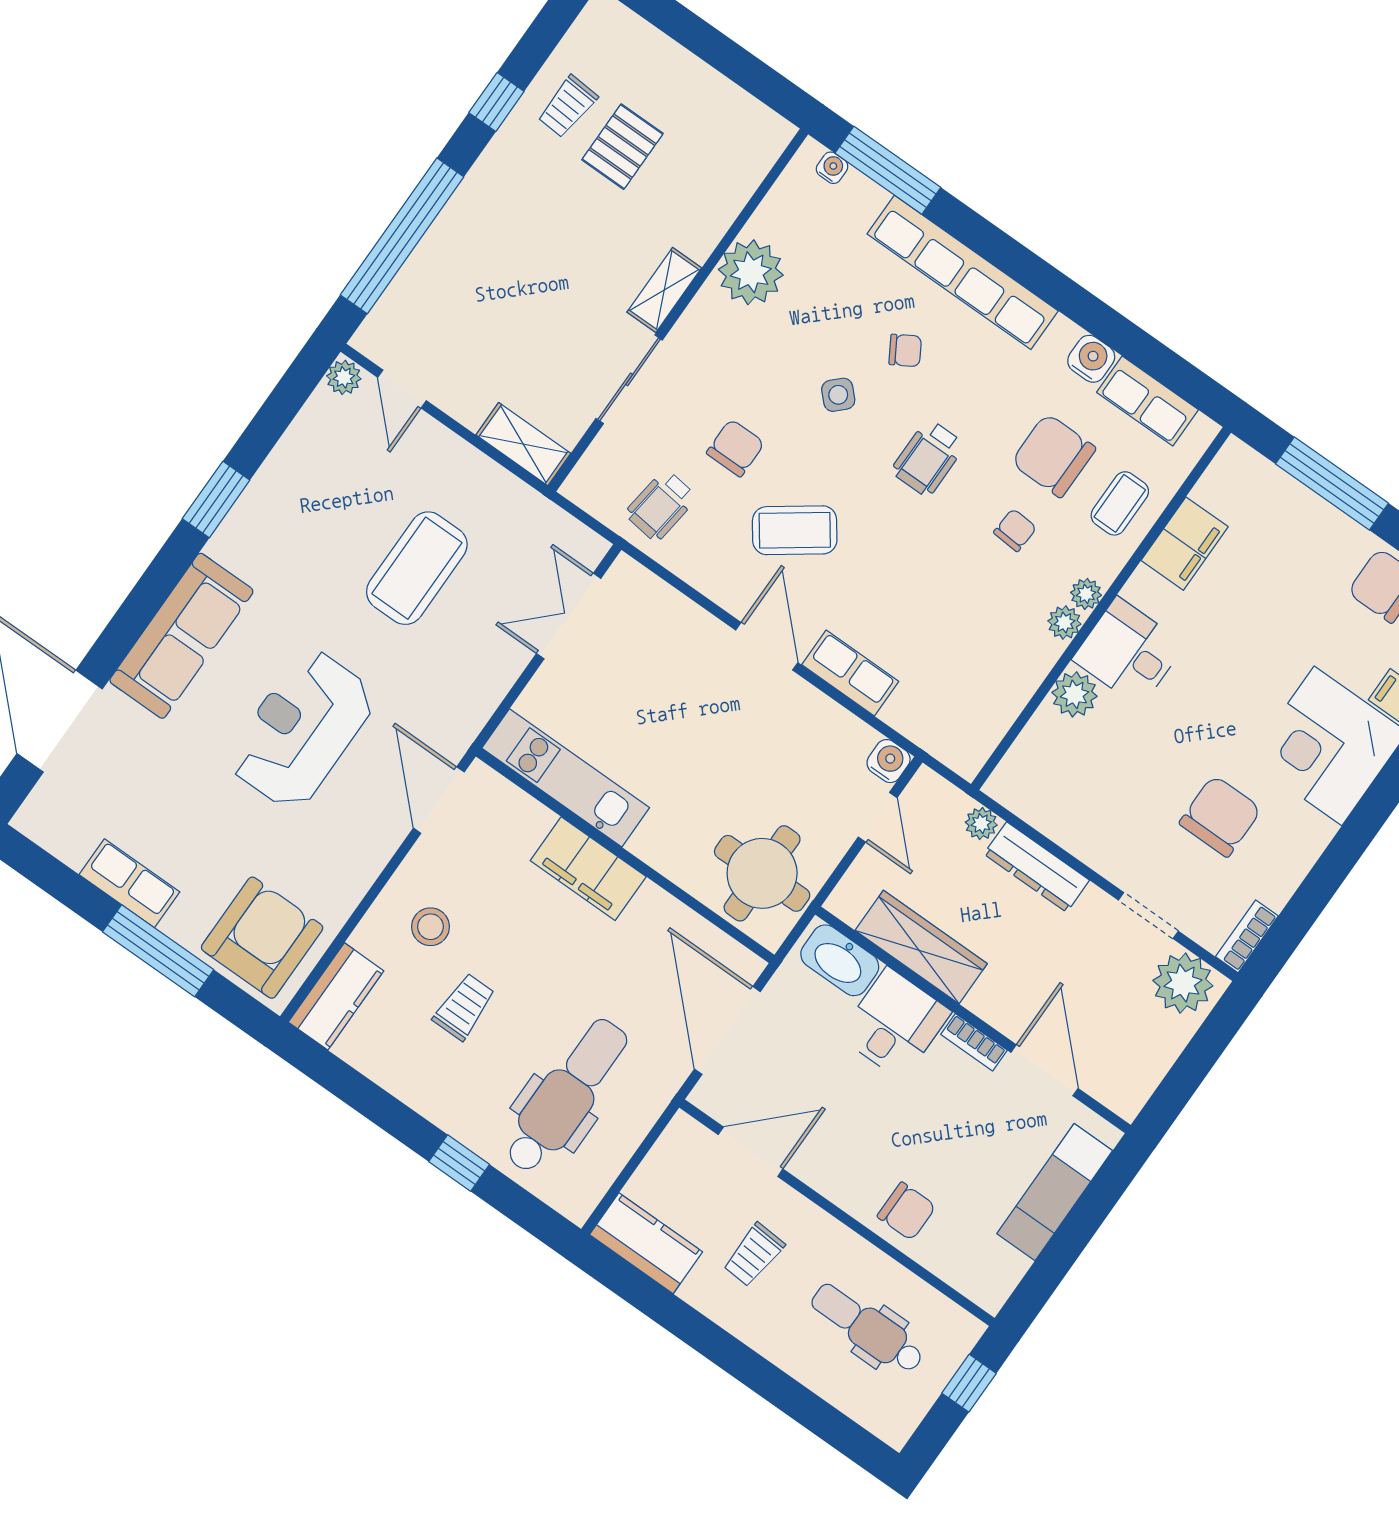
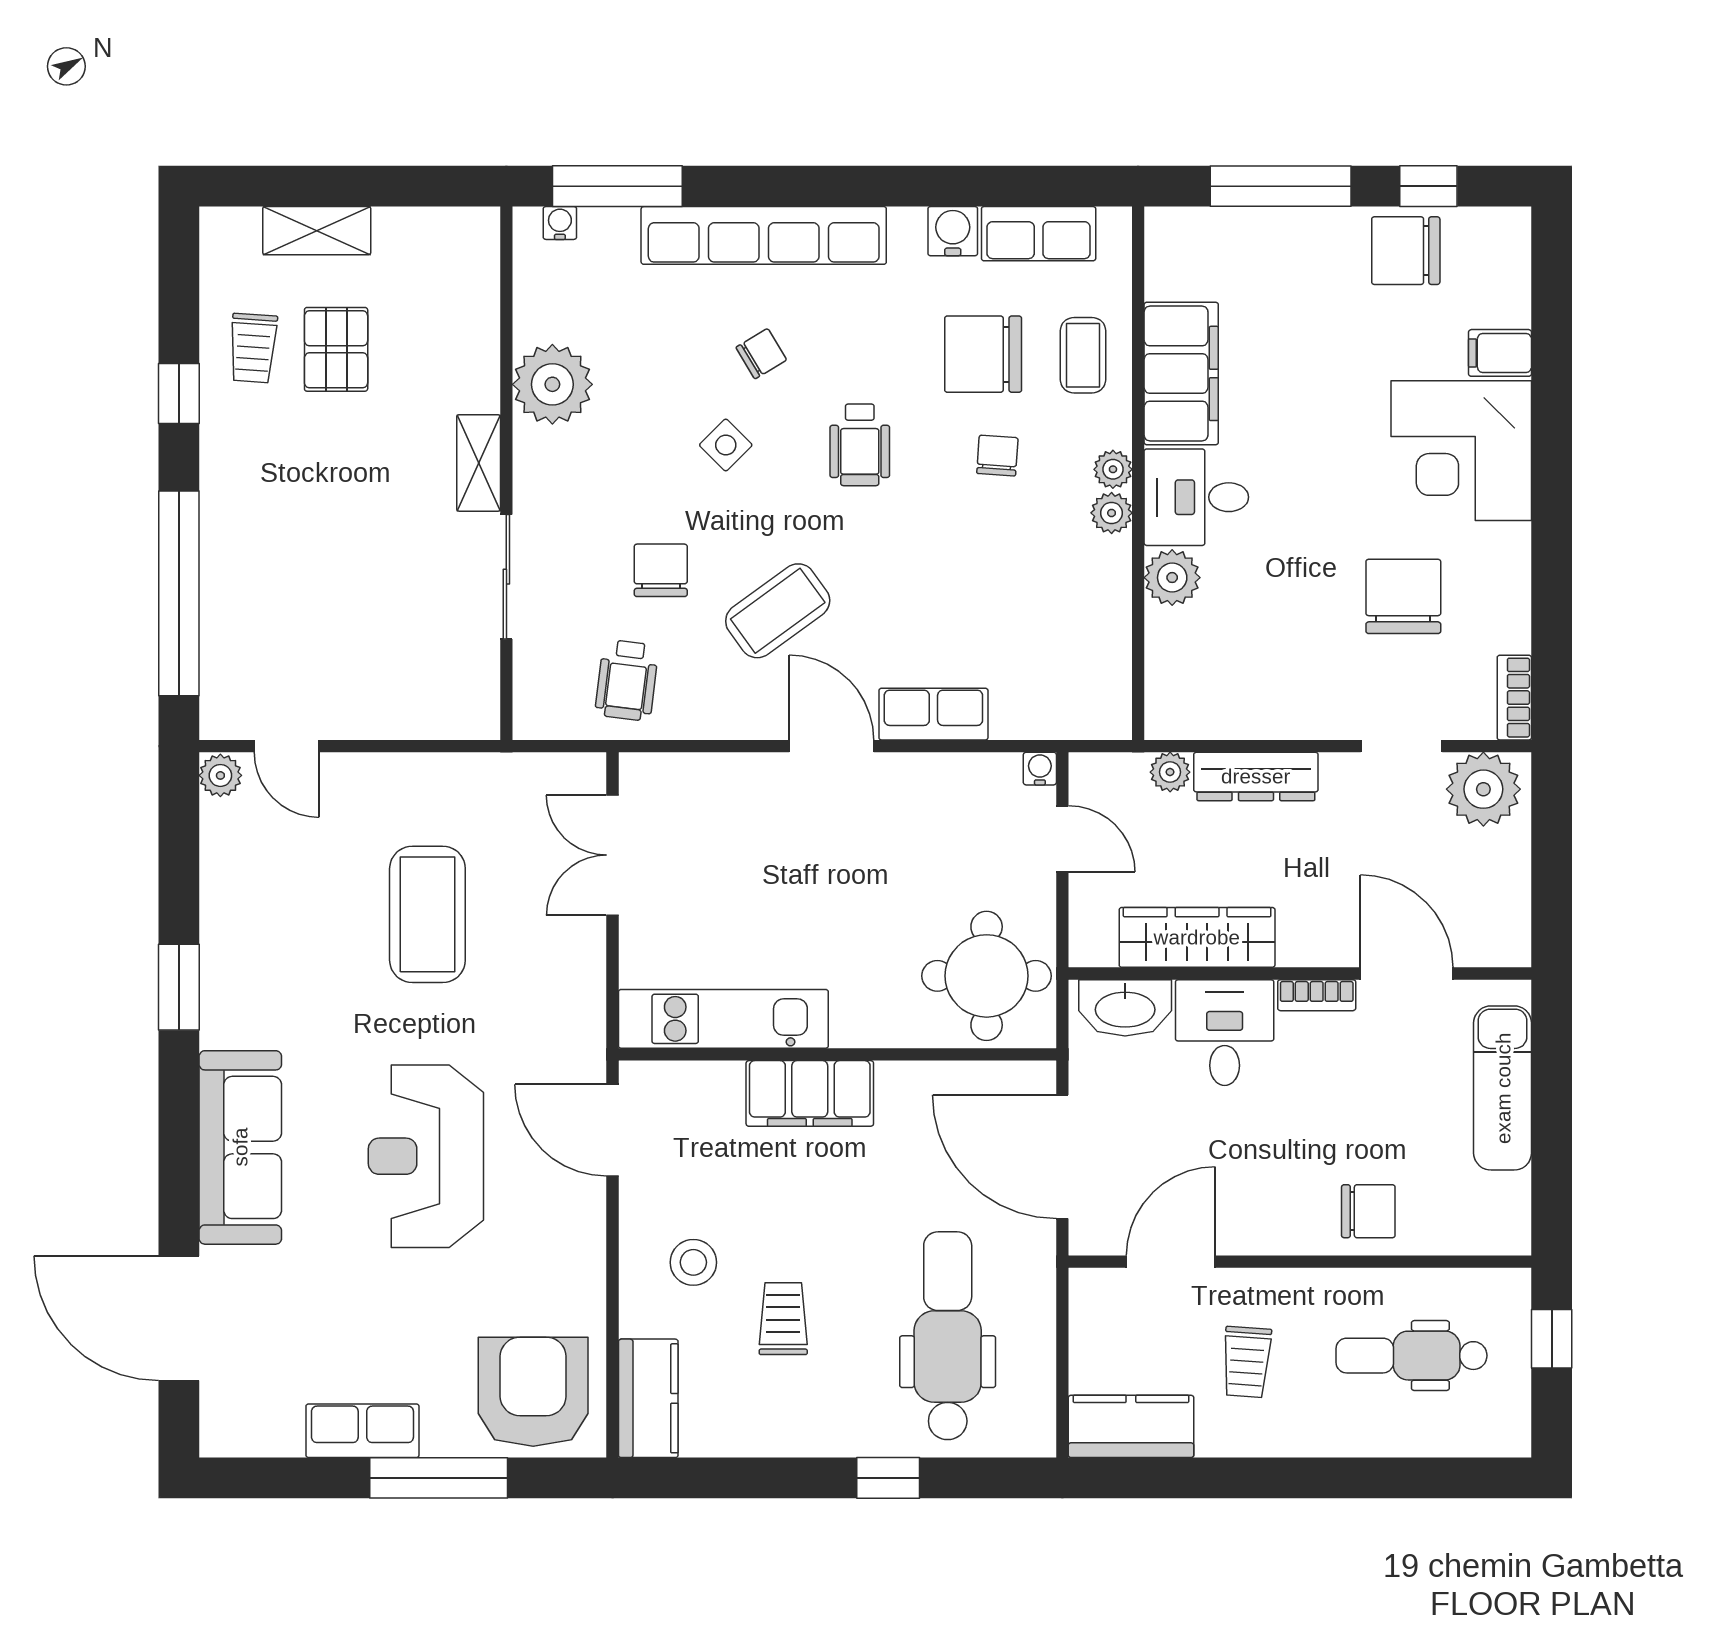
shelving: (523, 444) -> (317, 231), moved
filing cabinet: (1185, 544) -> (1181, 373), width x1.50, depth x1.17
water cooler: (889, 761) -> (1040, 769), width x0.72, depth x0.72

